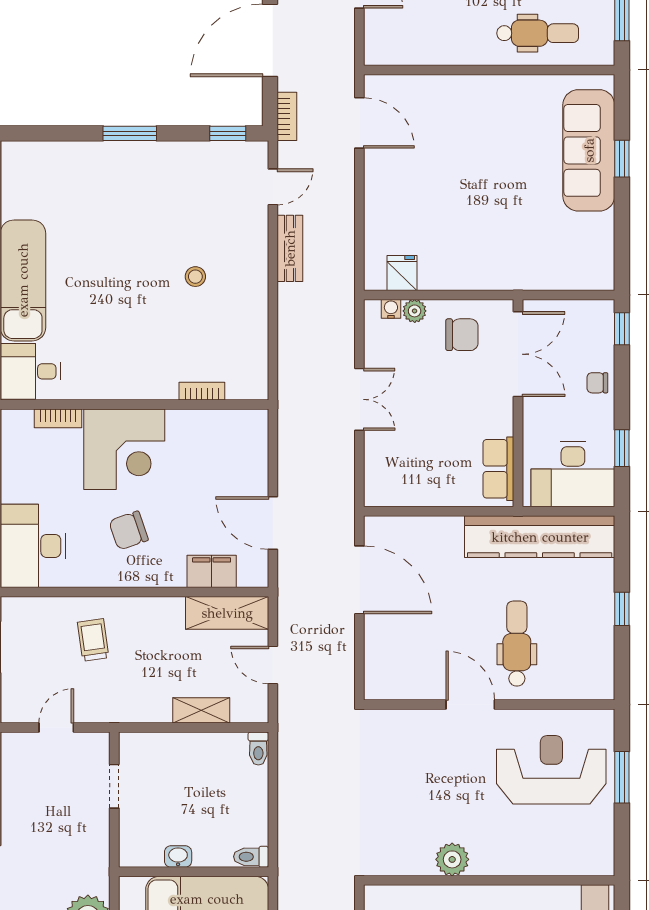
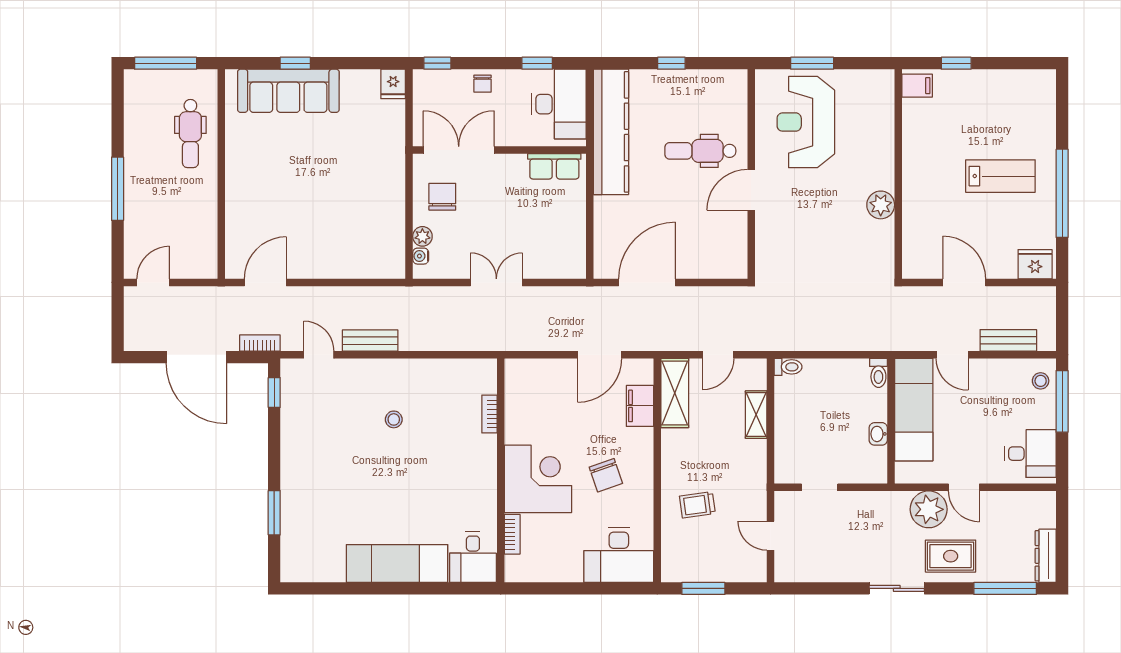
dental chair: (538, 33) -> (190, 133), turned 180
window: (130, 133) -> (274, 513), moved
fridge: (402, 273) -> (393, 84), moved, turned -90

